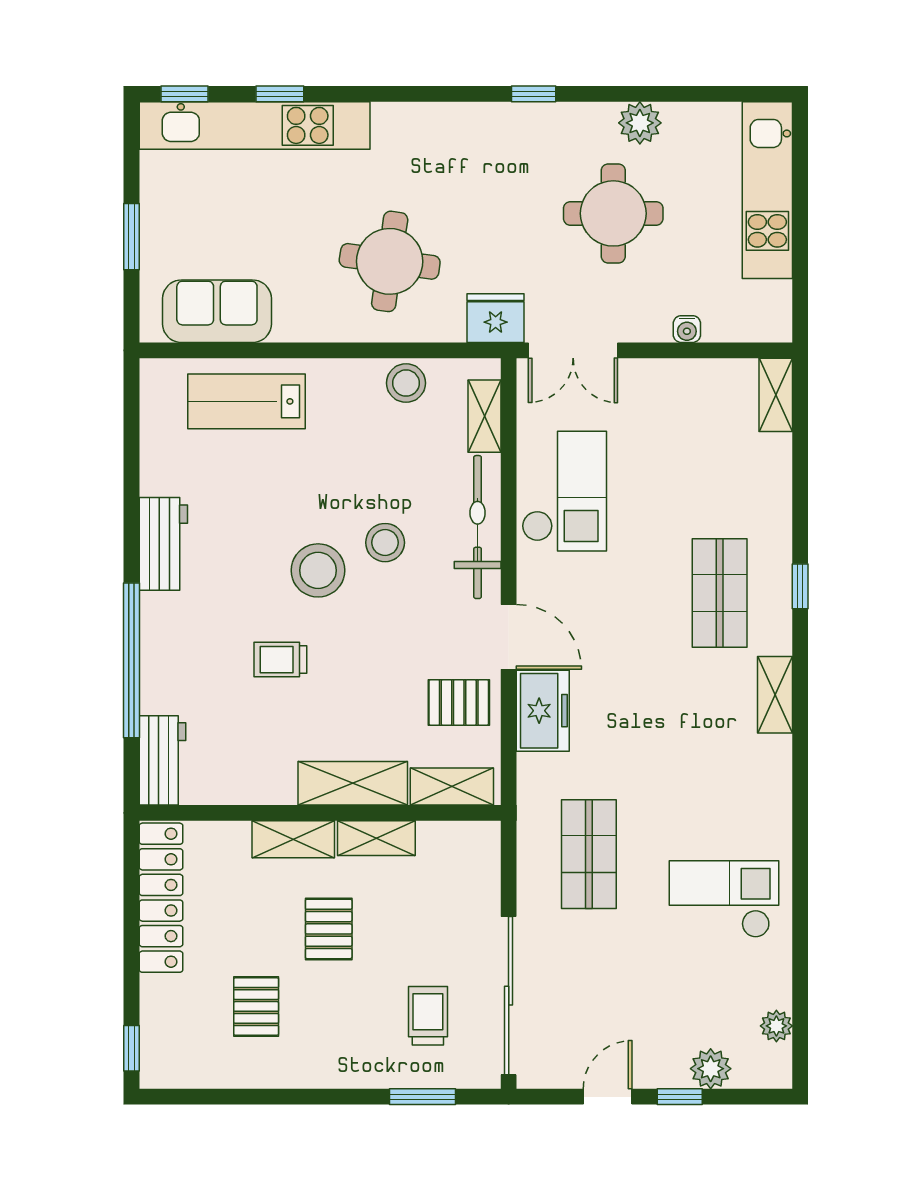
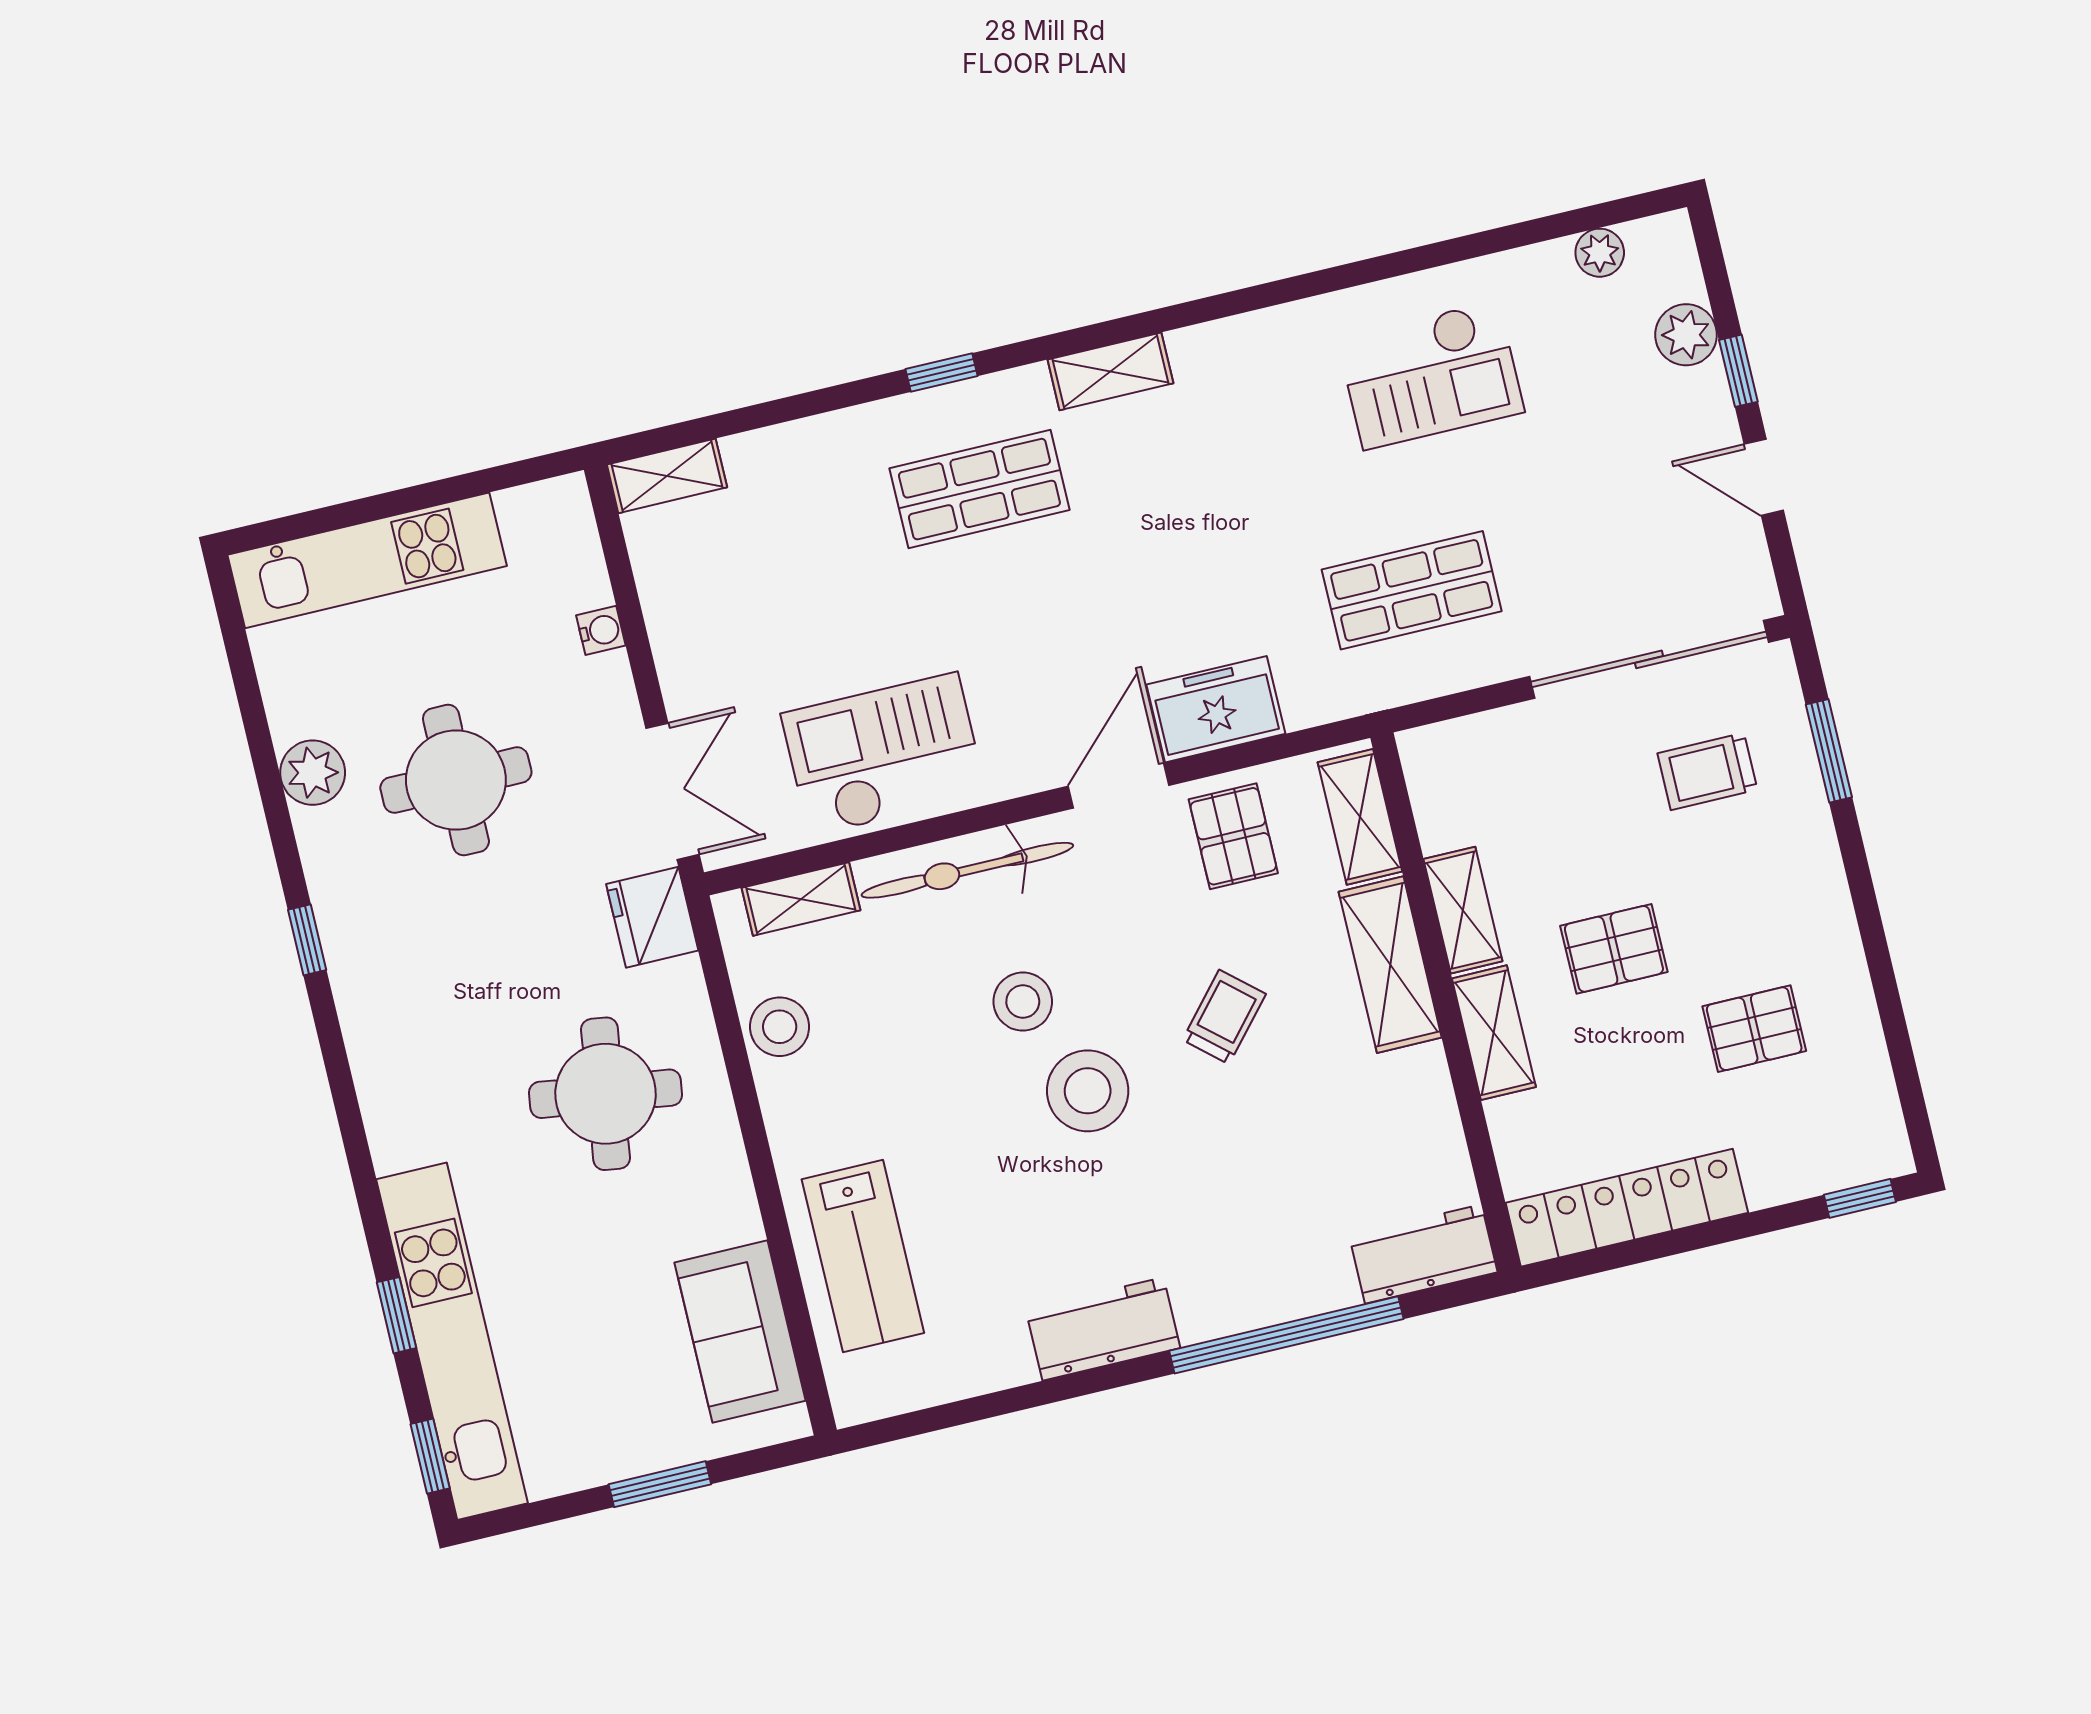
trolley: (280, 660) -> (1224, 1017), moved, turned -139
checkout: (724, 899) -> (1431, 375), turned -90

